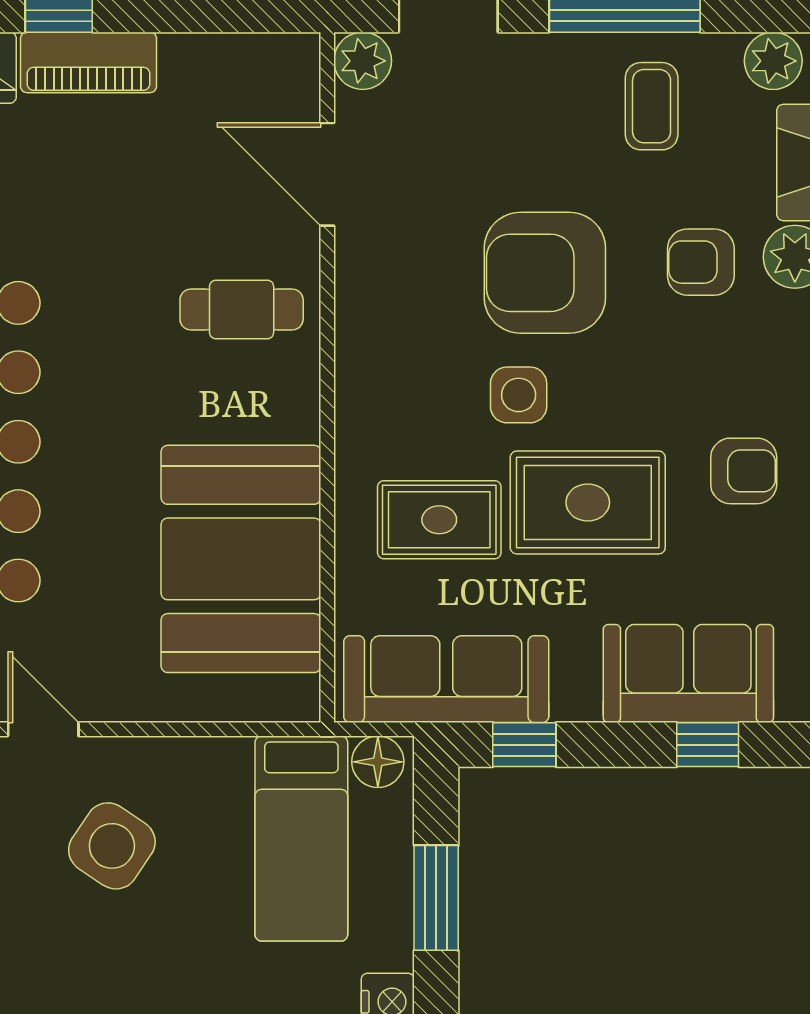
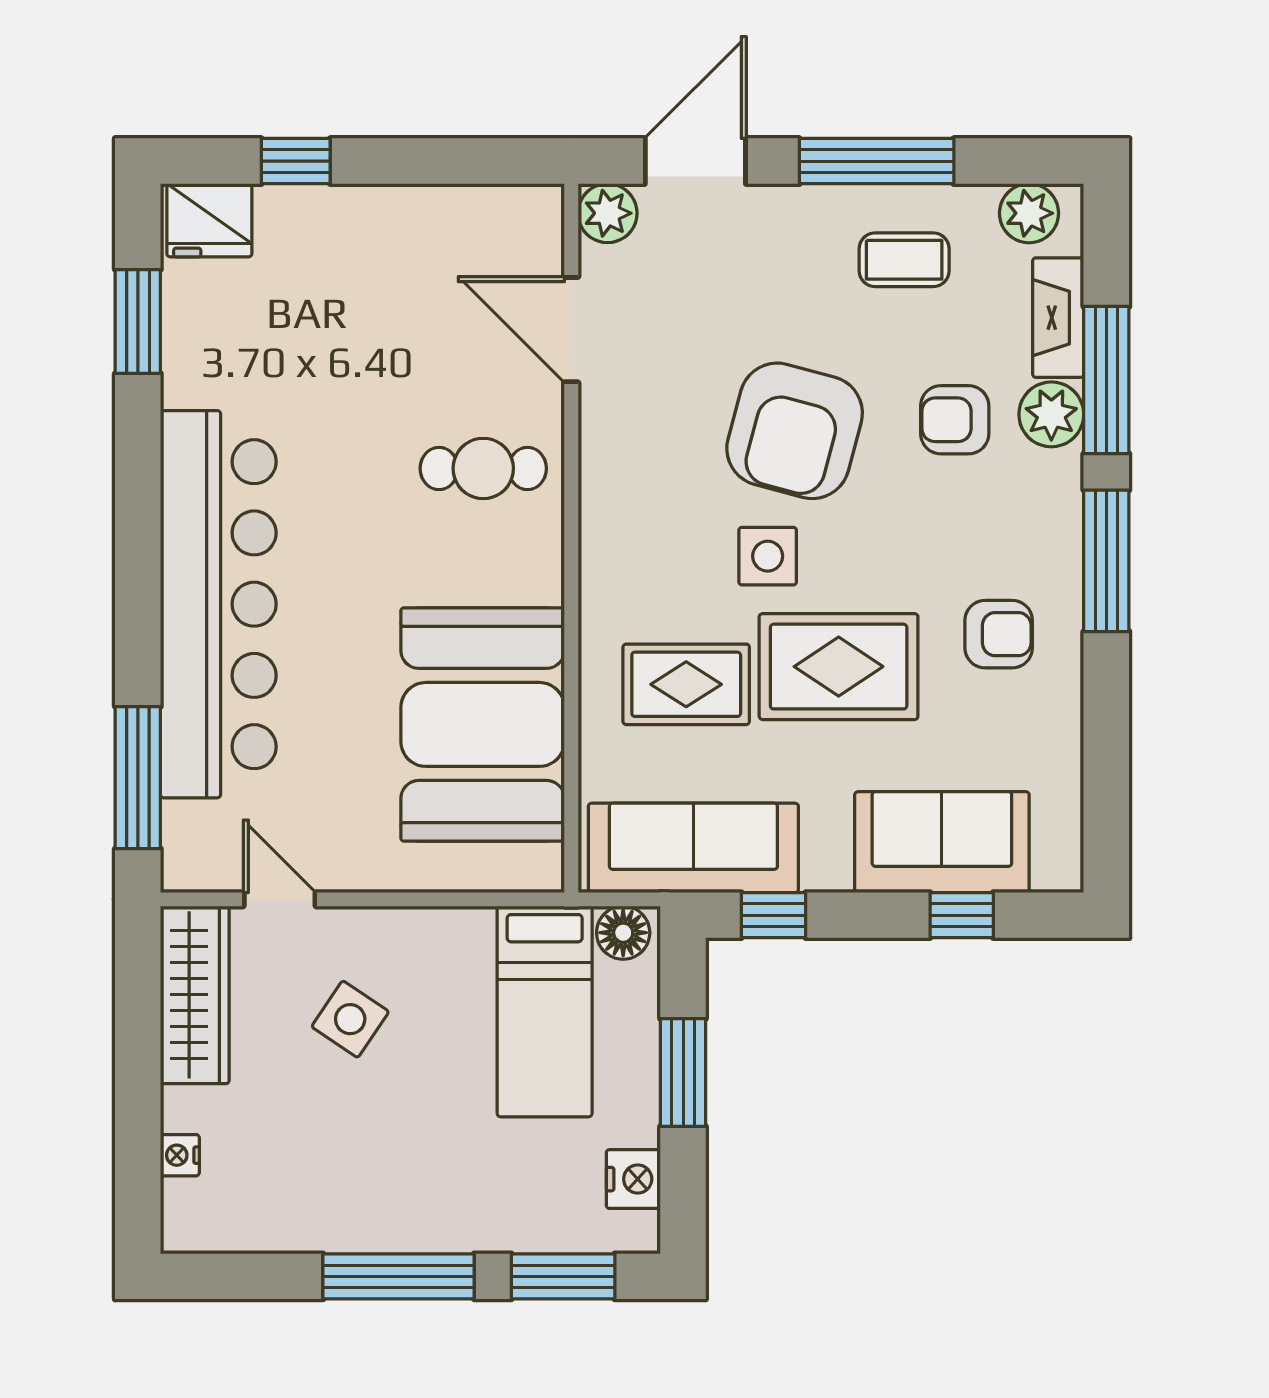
piano: (88, 62) -> (326, 215), removed
coffee table: (652, 106) -> (904, 260), turned 90
armchair: (545, 273) -> (795, 431), turned -75
side table: (112, 846) -> (350, 1019), width x0.73, depth x0.73

